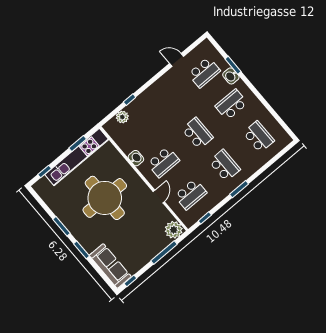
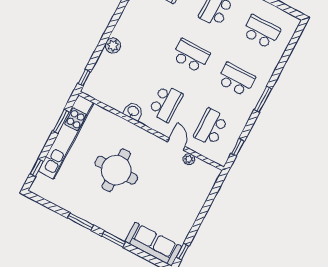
window: (130, 100) -> (84, 78), moved
plant: (122, 117) -> (113, 45), moved
school desk: (191, 194) -> (211, 127), turned 180
round table: (105, 198) -> (116, 170), width x0.73, depth x0.73
plant: (174, 230) -> (189, 159), moved, width x0.53, depth x0.53
window: (164, 252) -> (207, 205), removed

